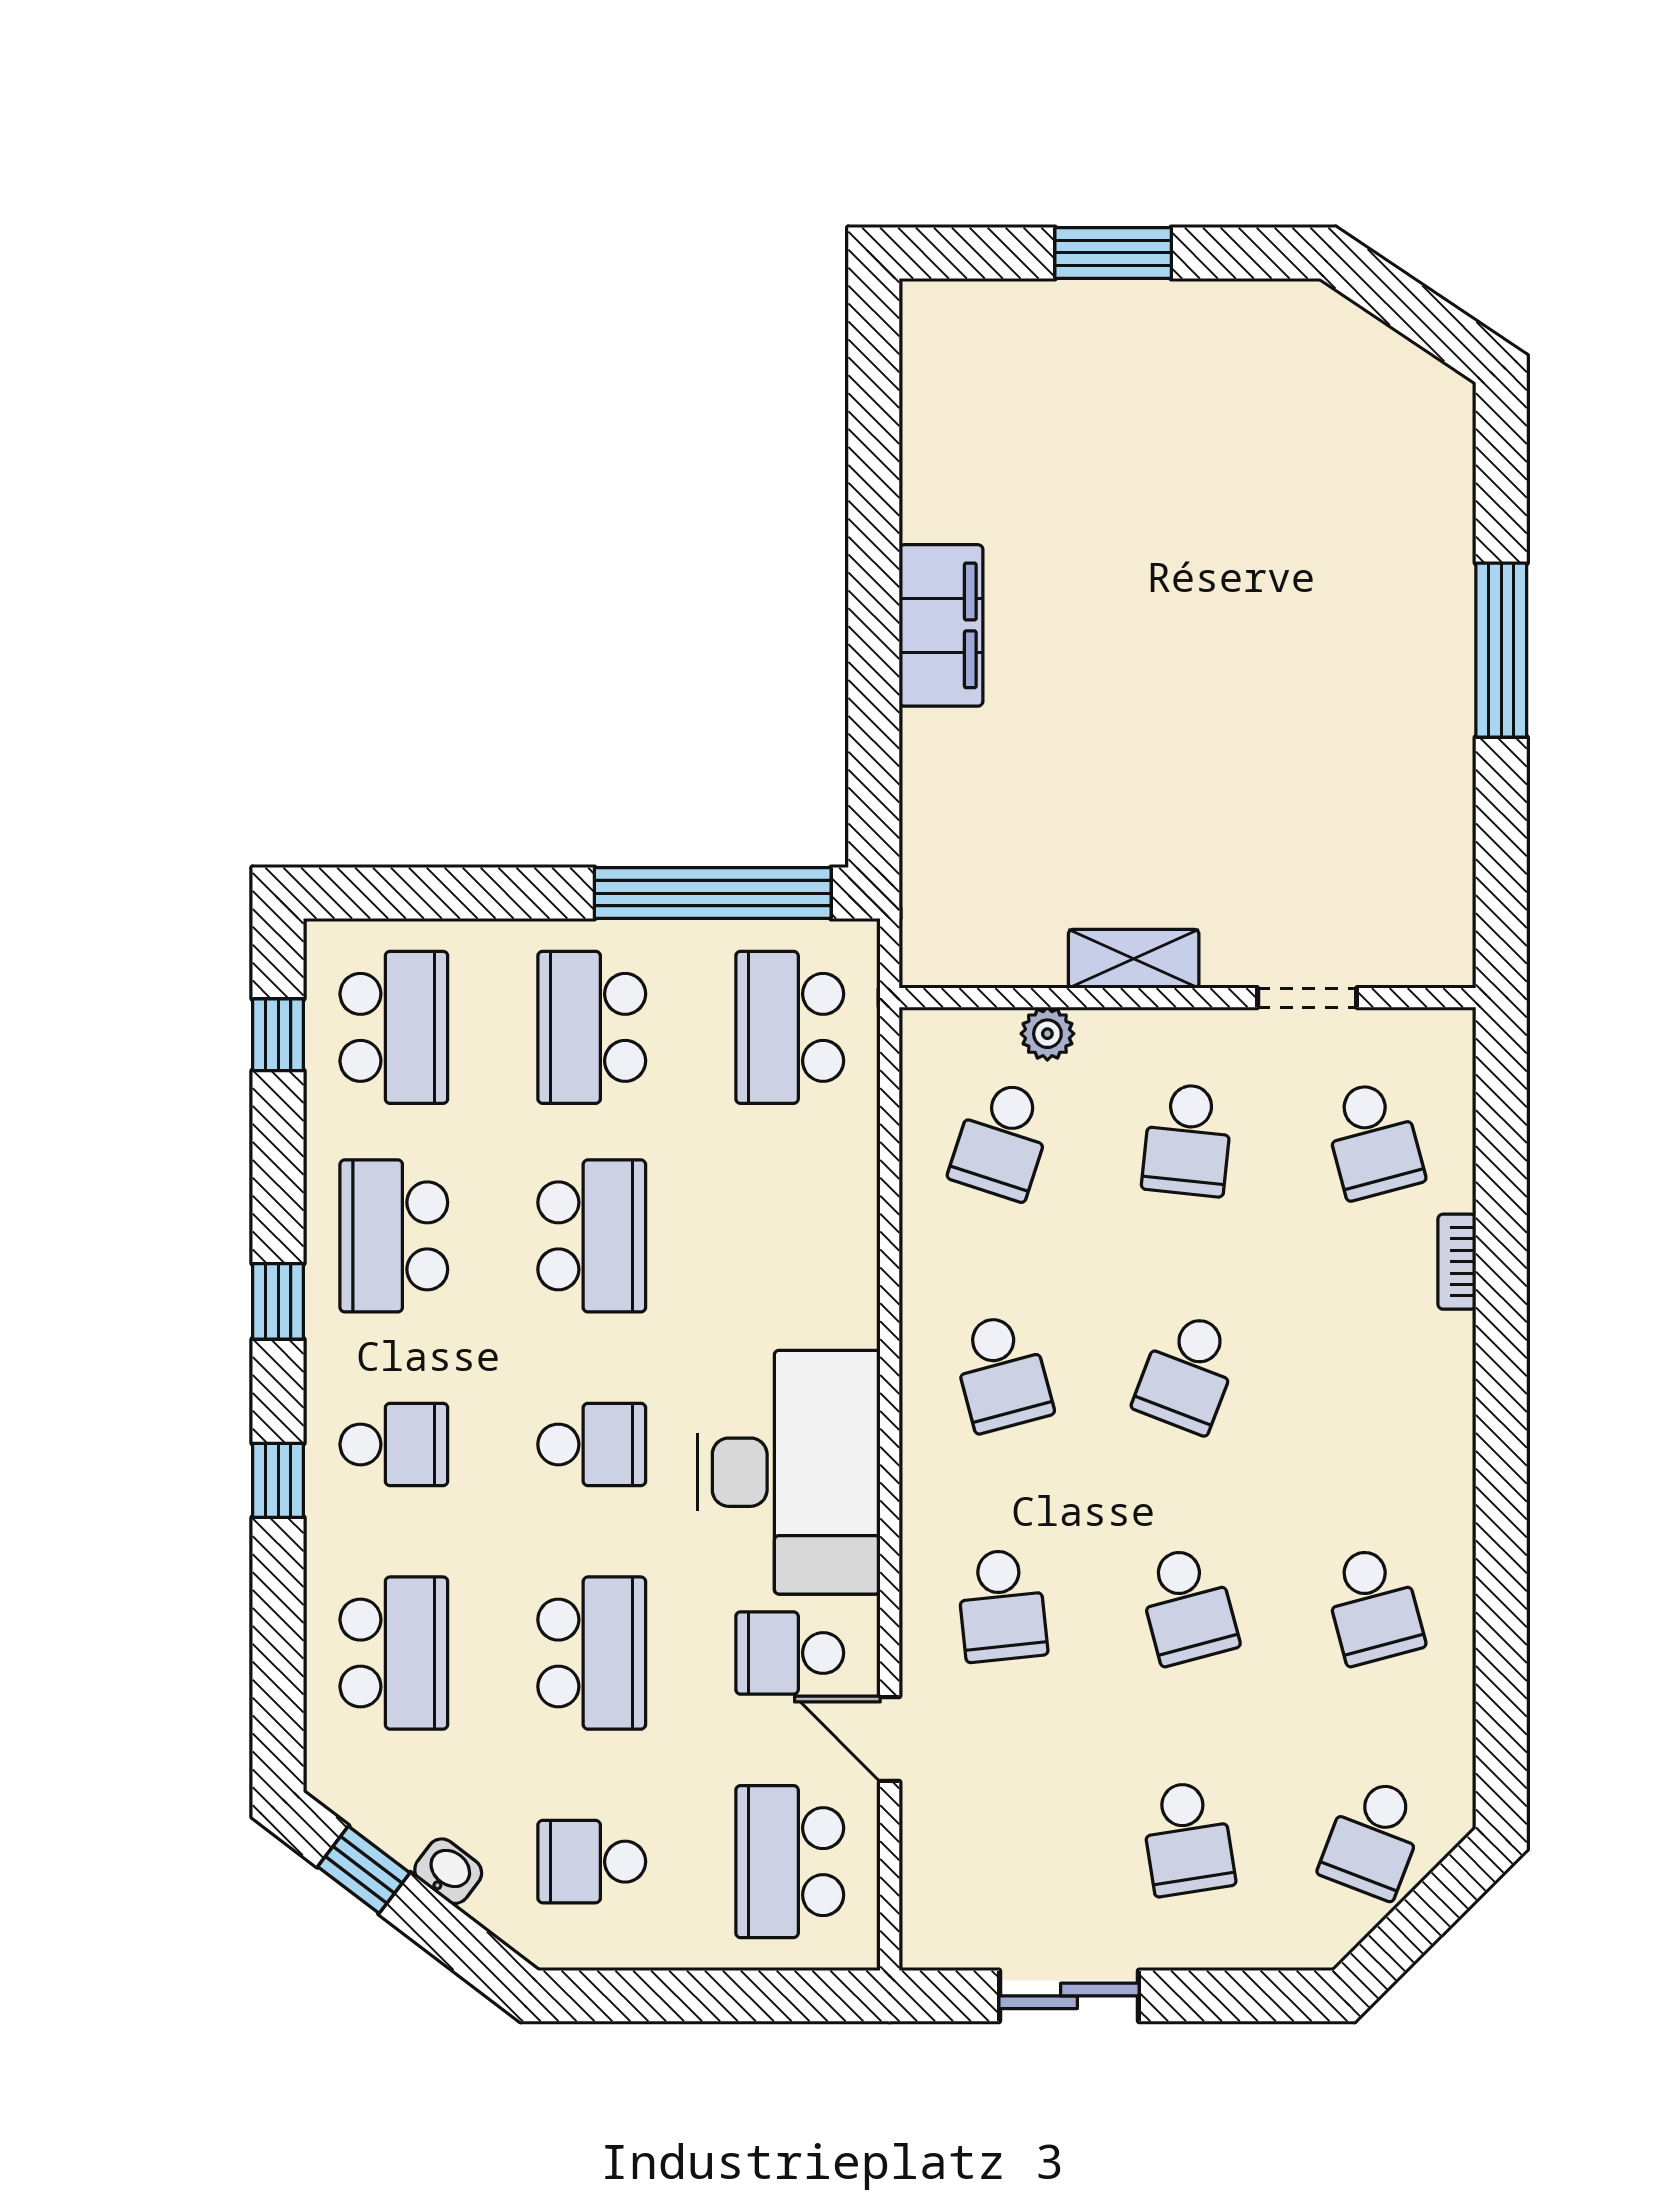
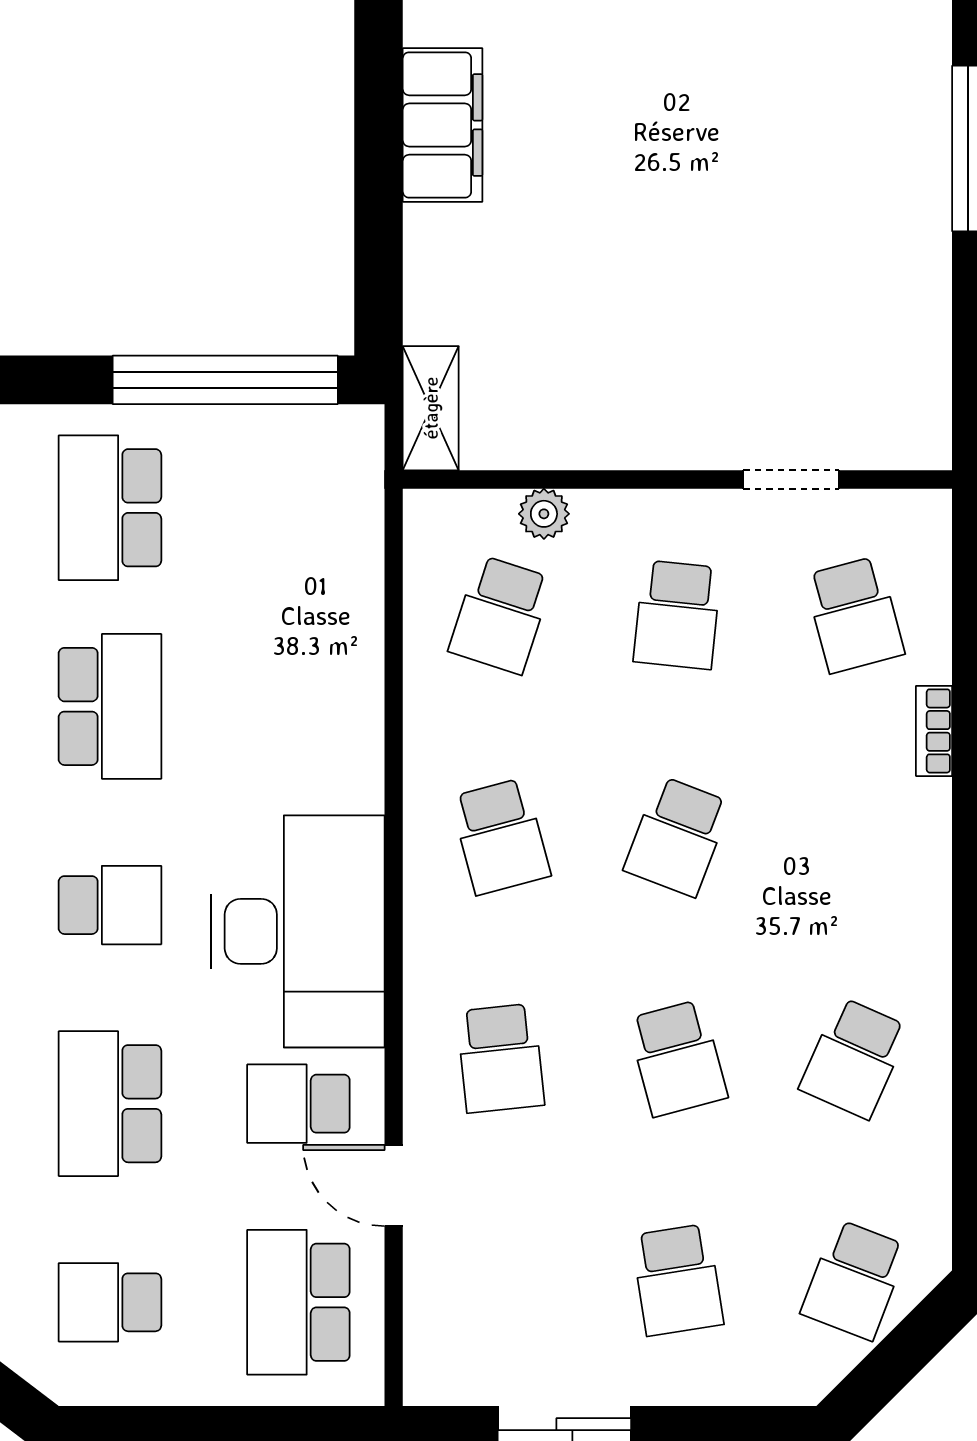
shelving: (1134, 959) -> (431, 408), moved, turned 90
school desk: (790, 1027) -> (298, 508), removed
school desk: (1373, 1605) -> (854, 1058), turned 39
school desk: (592, 1653) -> (110, 1104), turned 180

